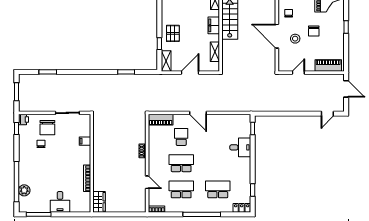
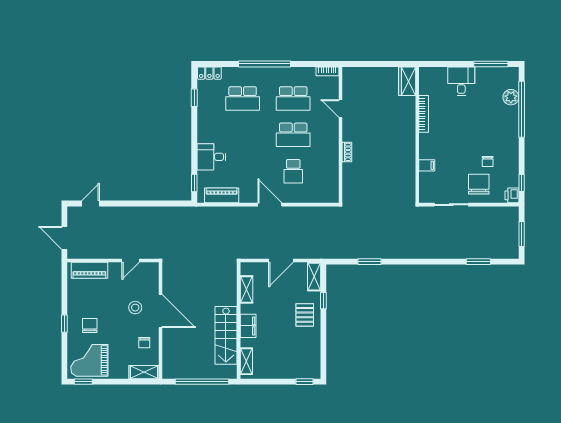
chair: (314, 31) -> (90, 325), moved
piano: (161, 120) -> (222, 195), moved

